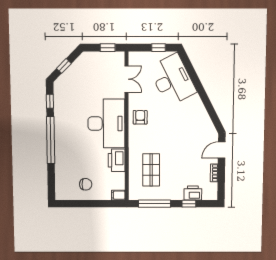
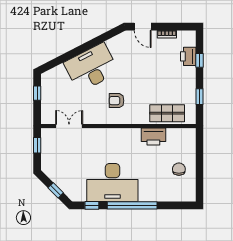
desk: (173, 80) -> (91, 67), moved
armchair: (140, 117) -> (117, 101), moved
desk: (106, 123) -> (112, 182), moved, turned 180
shop shelf: (151, 170) -> (167, 113), moved
filing cabinet: (118, 195) -> (190, 135), removed
window: (155, 204) -> (199, 97), width x0.46

